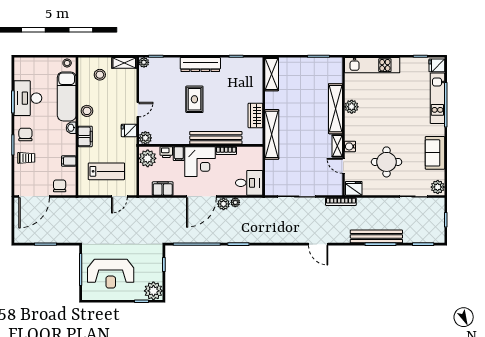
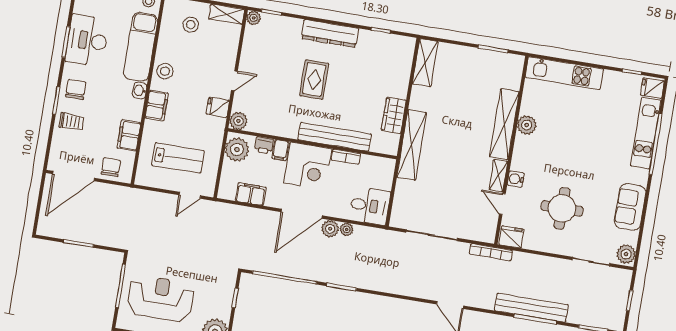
filing cabinet: (69, 161) -> (129, 135), width x2.00
reception desk: (111, 274) -> (161, 298), turned 180

